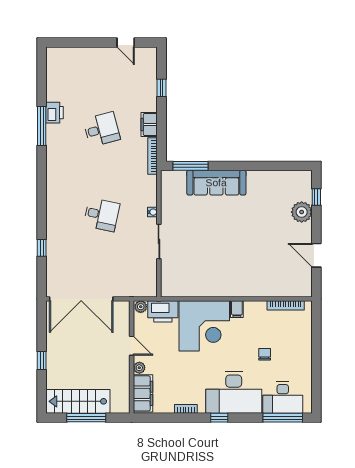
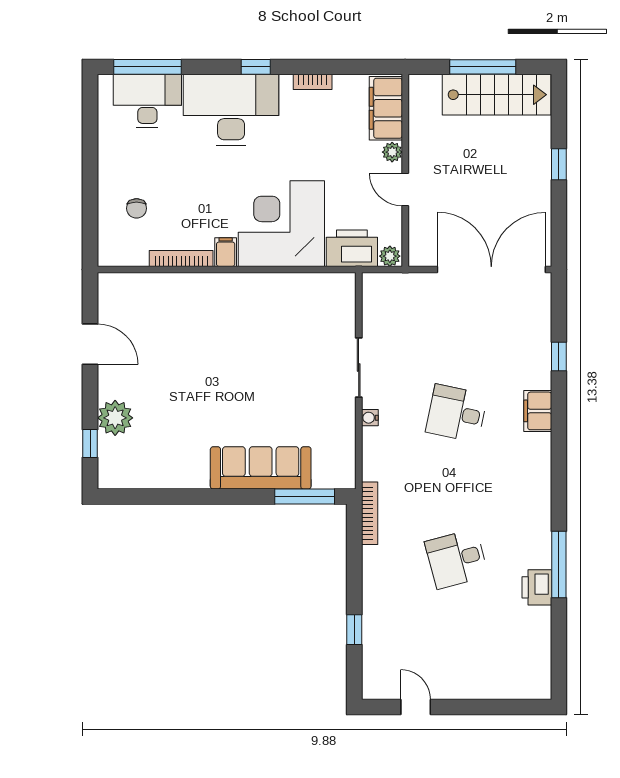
filing cabinet: (149, 124) -> (538, 411), moved, turned 180
bookcase: (286, 305) -> (181, 258), moved
chair: (265, 354) -> (137, 208), moved

